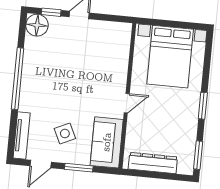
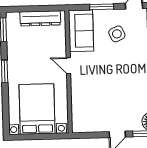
door: (127, 103) -> (68, 66), hinge flipped

